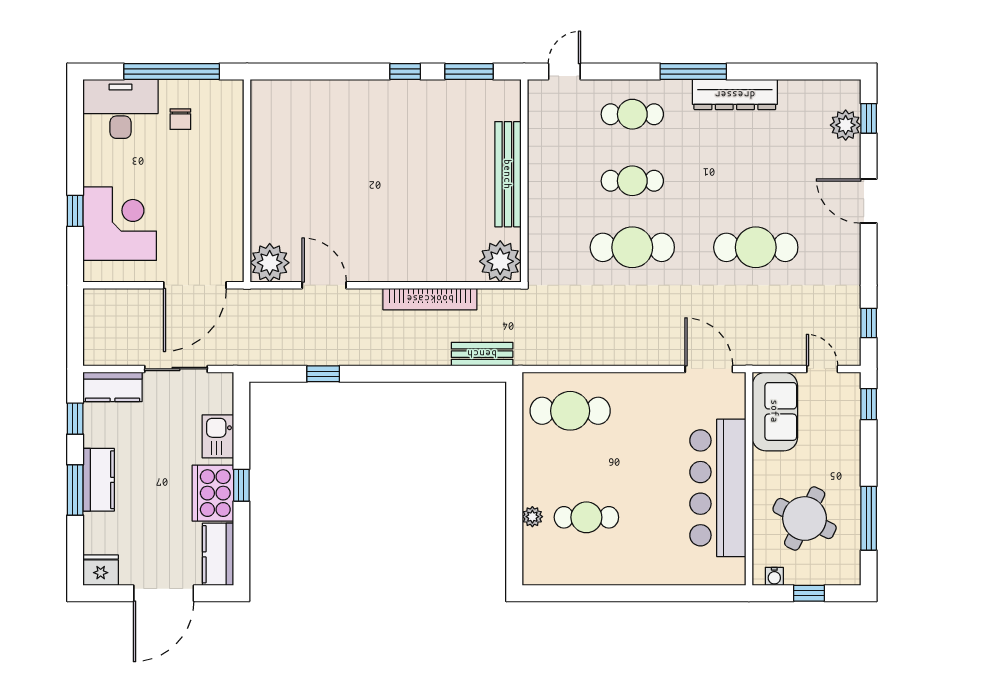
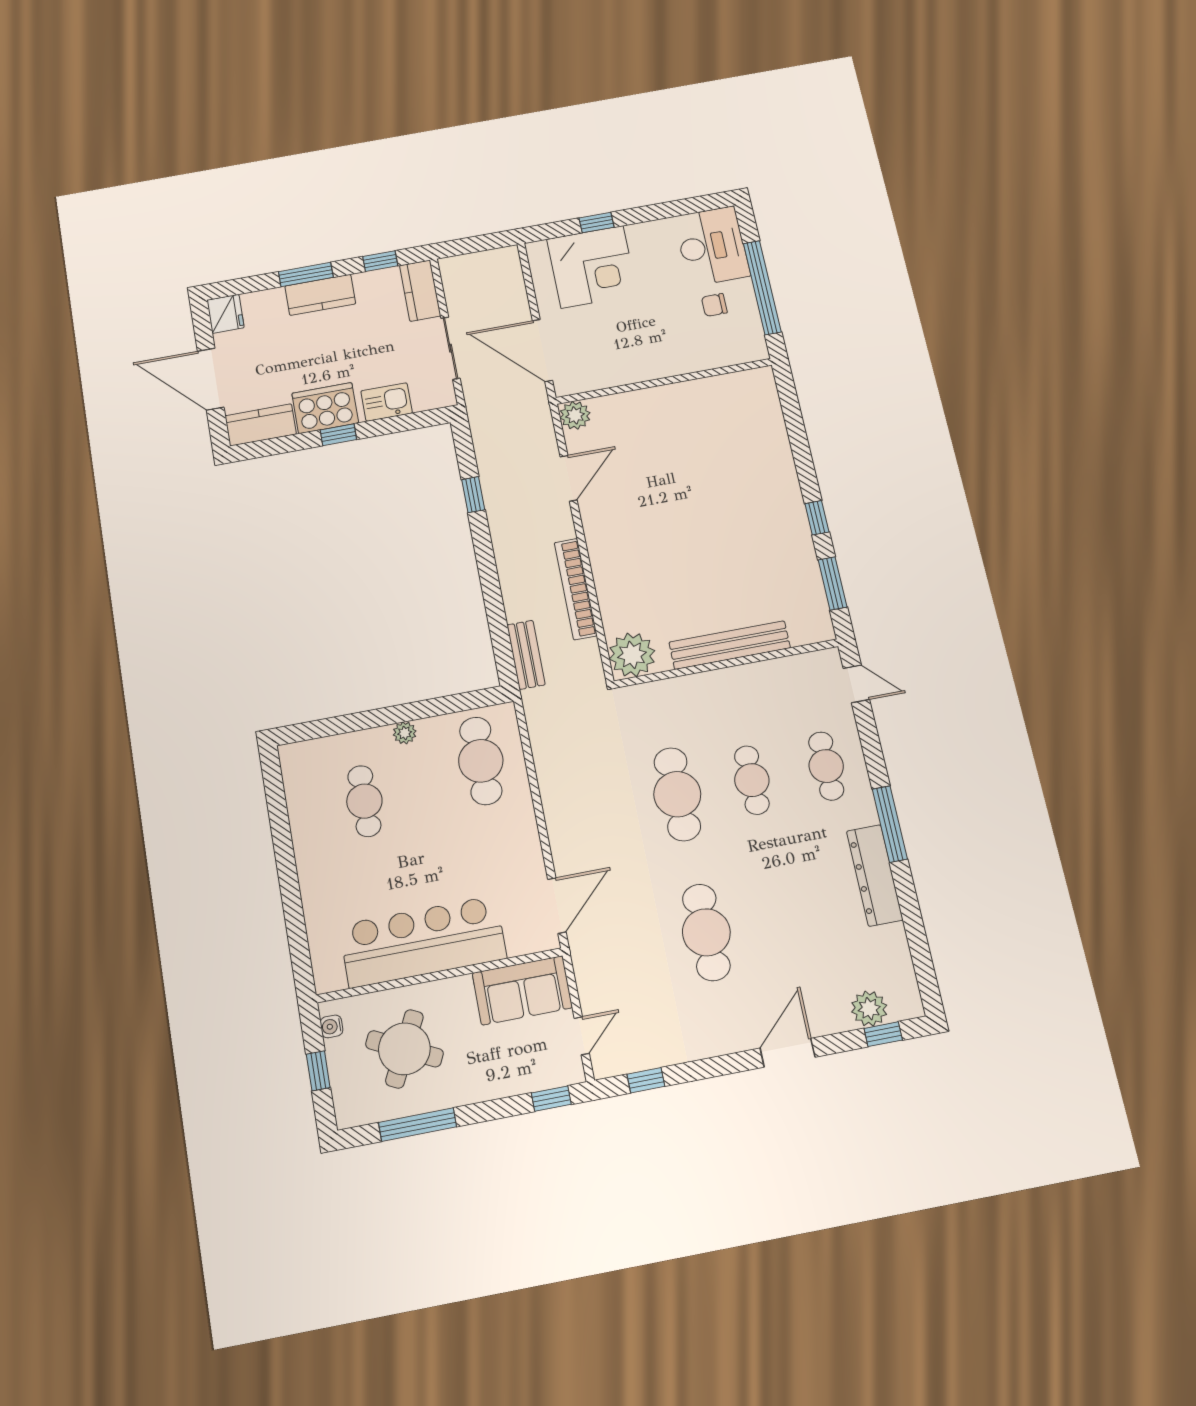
plant: (270, 263) -> (575, 415), width x0.73, depth x0.73
plant: (532, 517) -> (405, 733), moved

